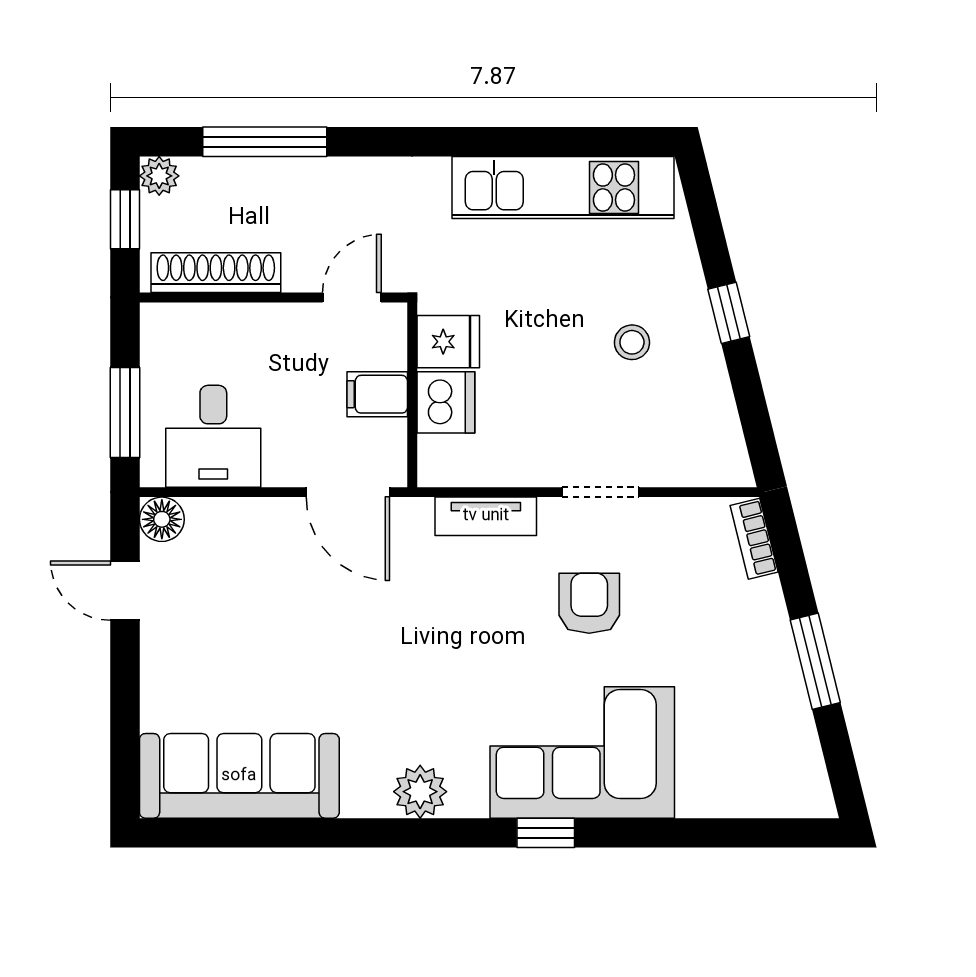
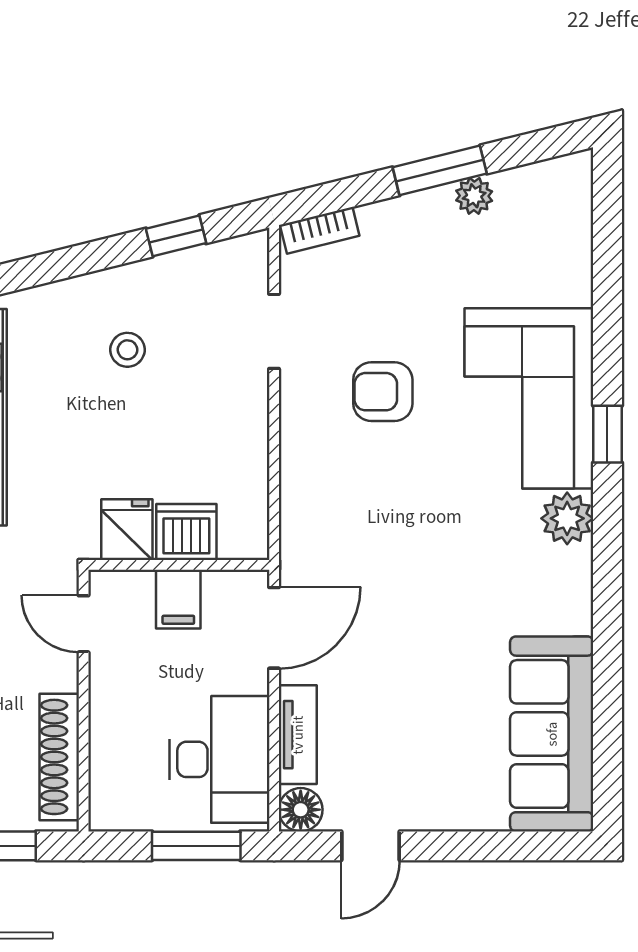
window: (729, 313) -> (176, 236), moved
desk: (213, 436) -> (219, 759), width x1.37
doorway: (601, 492) -> (274, 331), moved
tv unit: (486, 516) -> (298, 735), moved
plant: (789, 697) -> (474, 196), added
plant: (420, 792) -> (567, 518), moved

